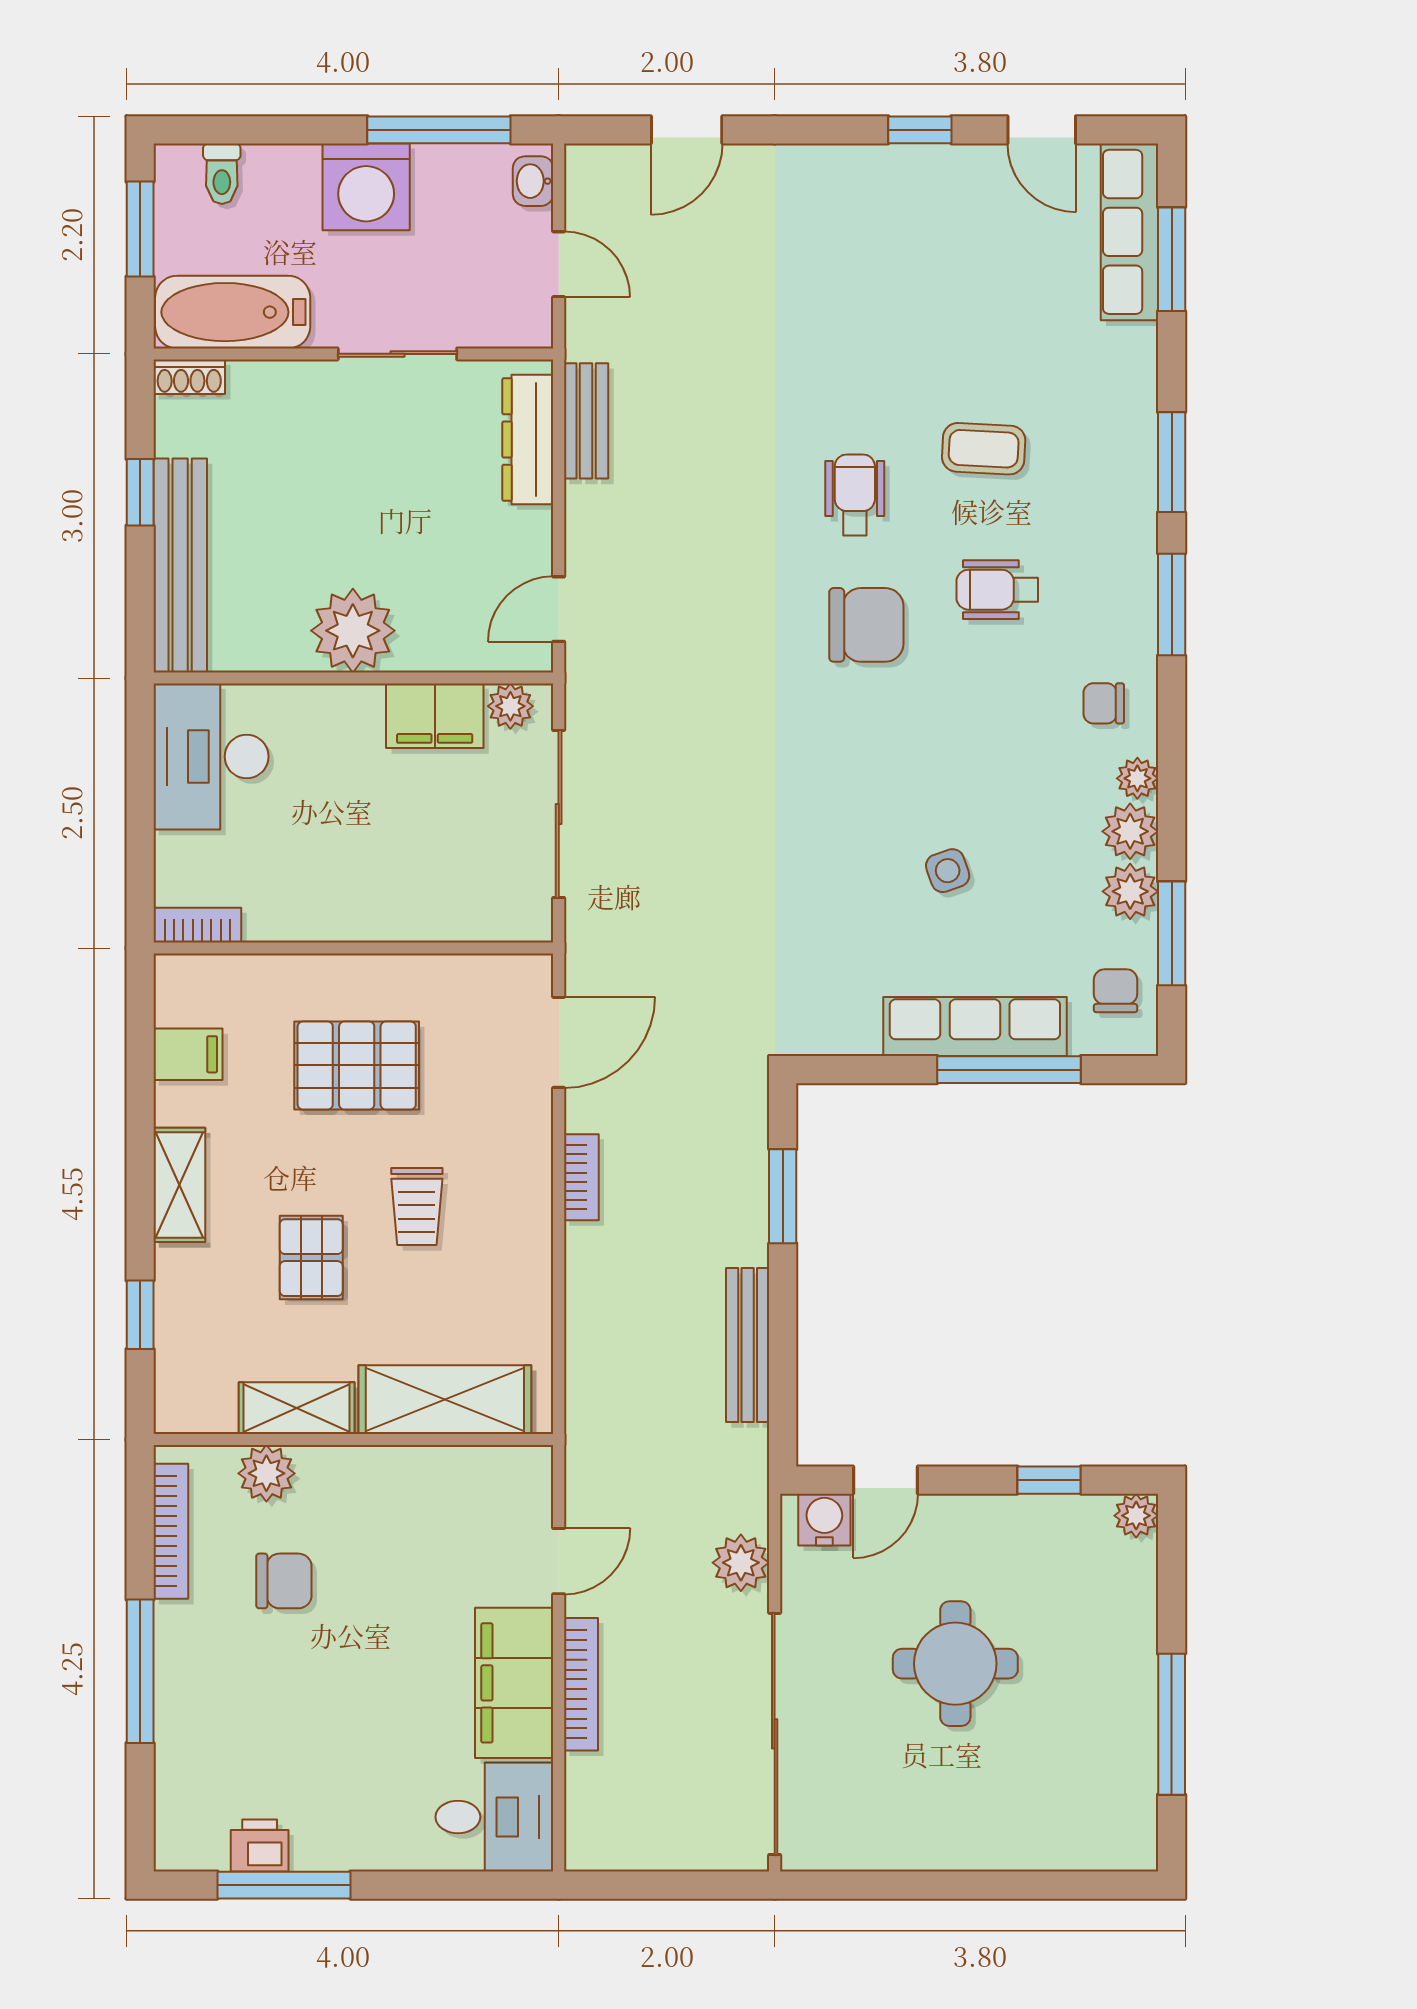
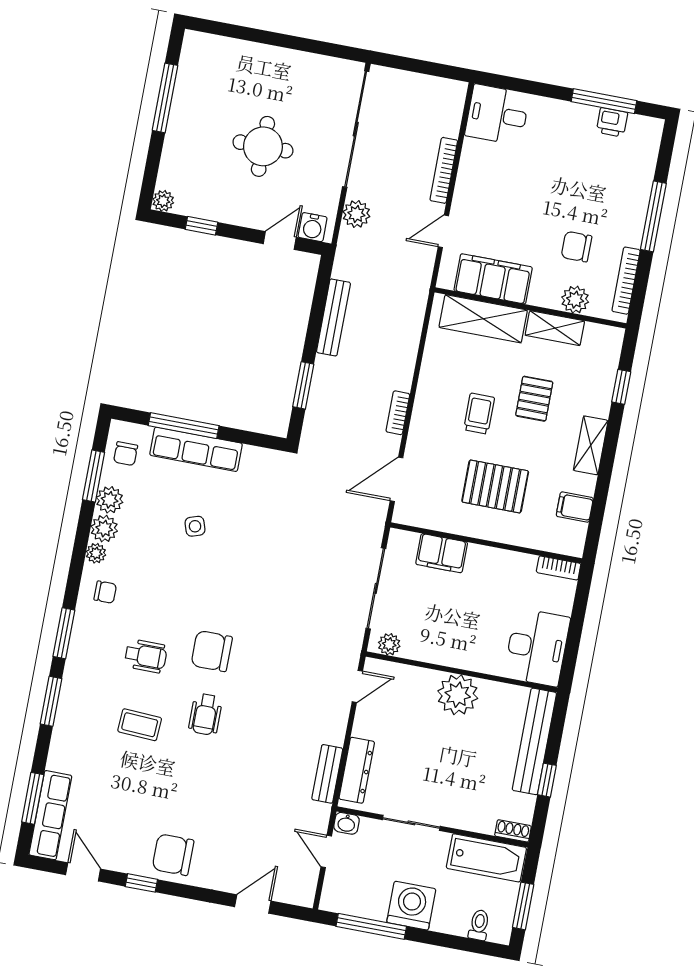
washbasin: (533, 181) -> (346, 823), moved, turned 90
chair: (867, 199) -> (173, 855), added
filing cabinet: (435, 716) -> (442, 553), moved, turned 180
filing cabinet: (514, 1683) -> (493, 279), moved, turned -90

